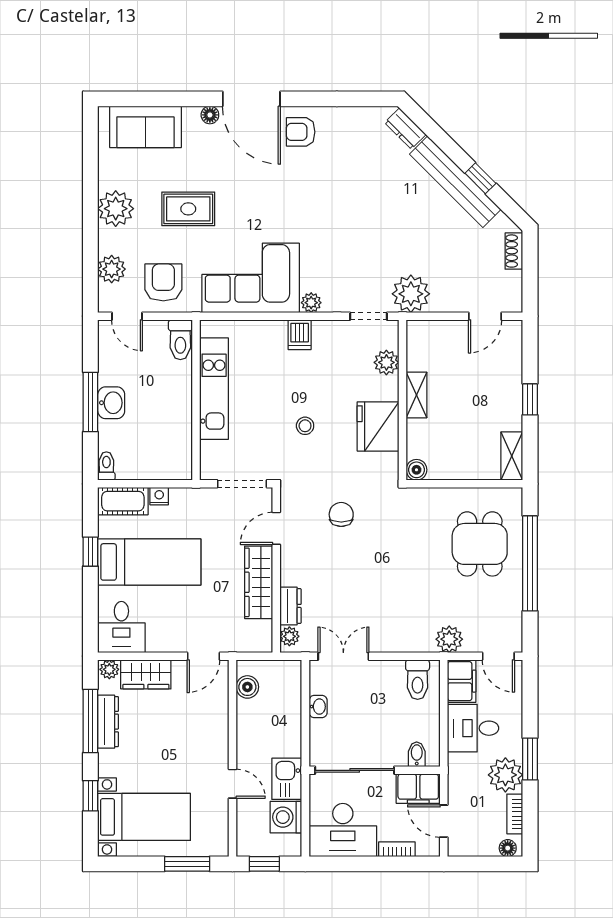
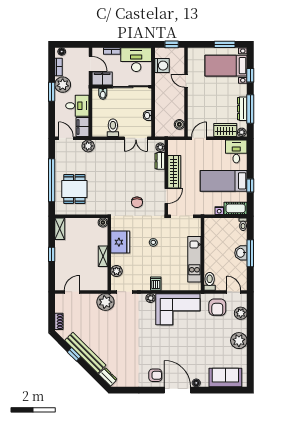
rug: (188, 209) -> (206, 340), removed
toilet: (418, 680) -> (113, 128), moved
kitchen sink: (287, 779) -> (162, 83), removed
window: (187, 864) -> (225, 44), moved

